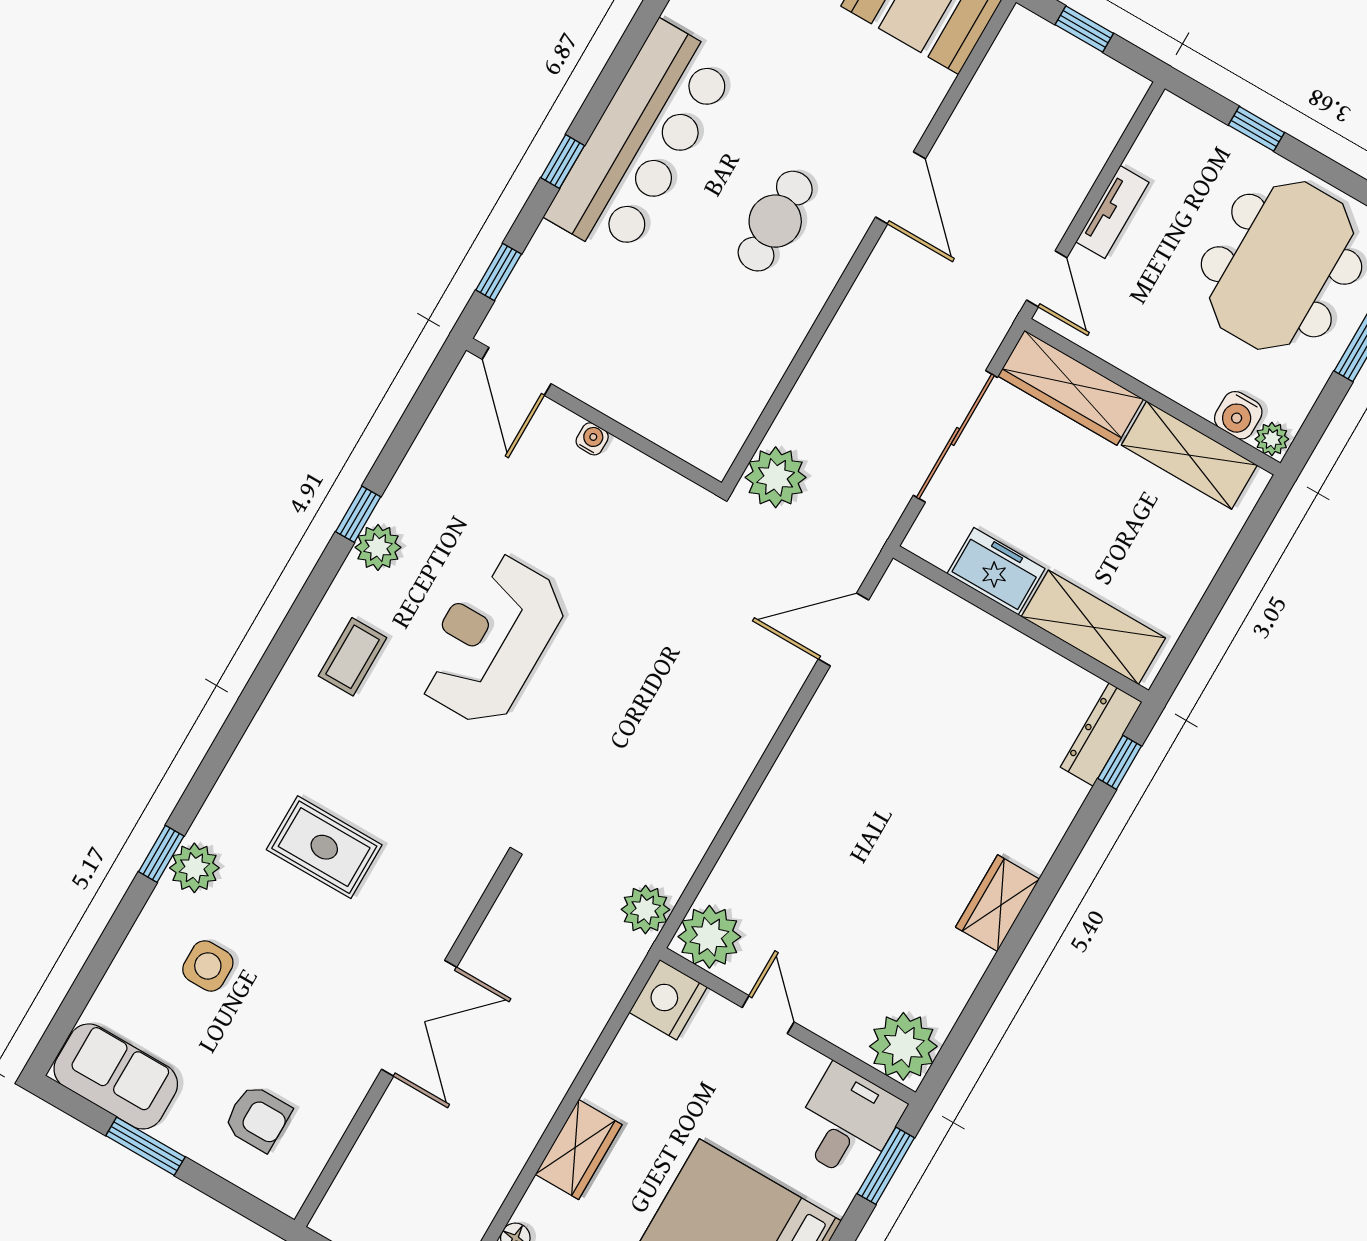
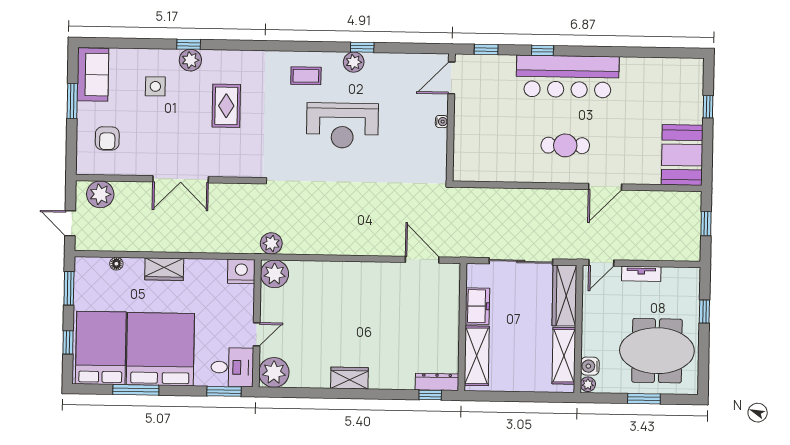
plant: (776, 477) -> (100, 194), moved
reception desk: (491, 639) -> (342, 126), turned 180
door: (768, 1015) -> (257, 334), moved

